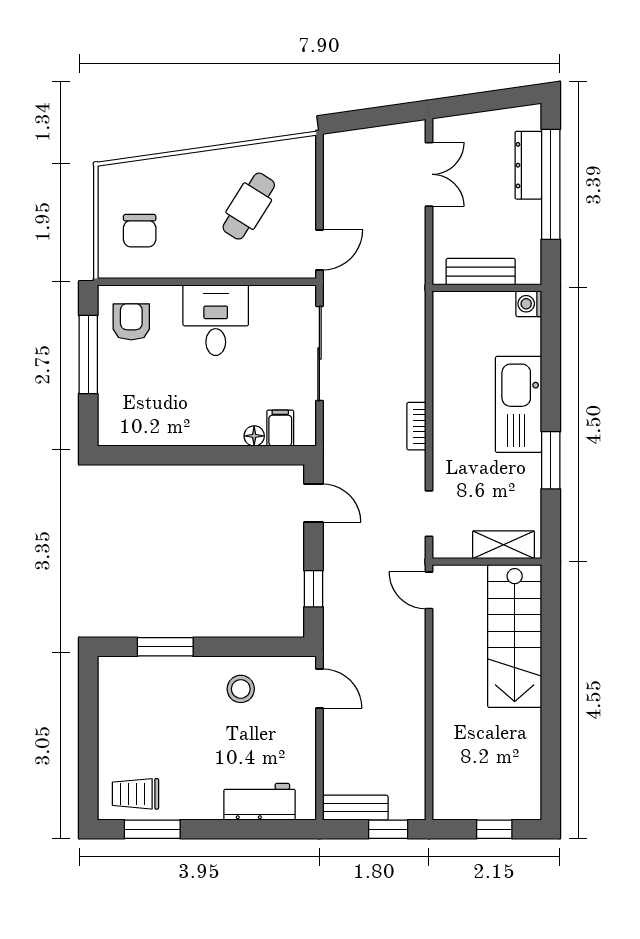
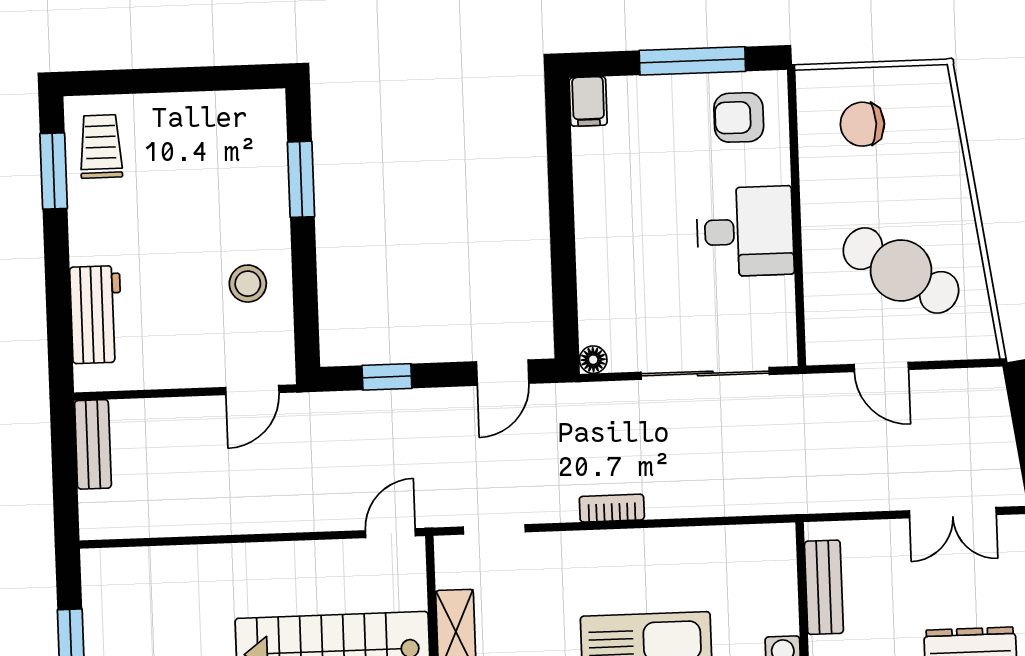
cafe table: (249, 206) -> (901, 270), width x1.37, depth x1.35
door: (319, 250) -> (881, 367), moved
armchair: (131, 322) -> (739, 117), turned 180
filing cabinet: (280, 428) -> (588, 101), moved, turned 90
floor lamp: (254, 436) -> (593, 360), moved
window: (388, 829) -> (65, 490), removed

